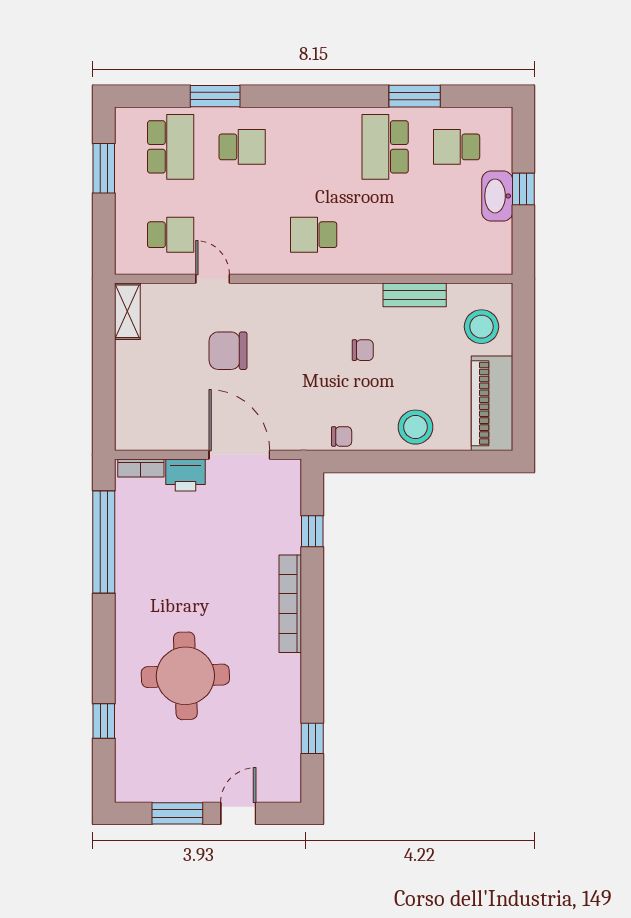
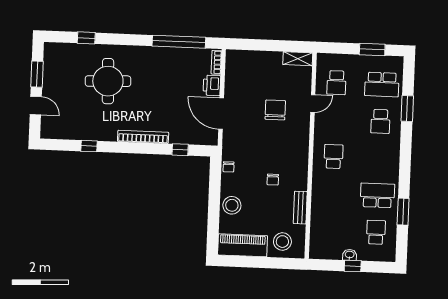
washbasin: (497, 196) -> (350, 255), width x0.52, depth x0.69
door: (239, 455) -> (221, 114), swing flipped
window: (312, 738) -> (89, 146), moved

